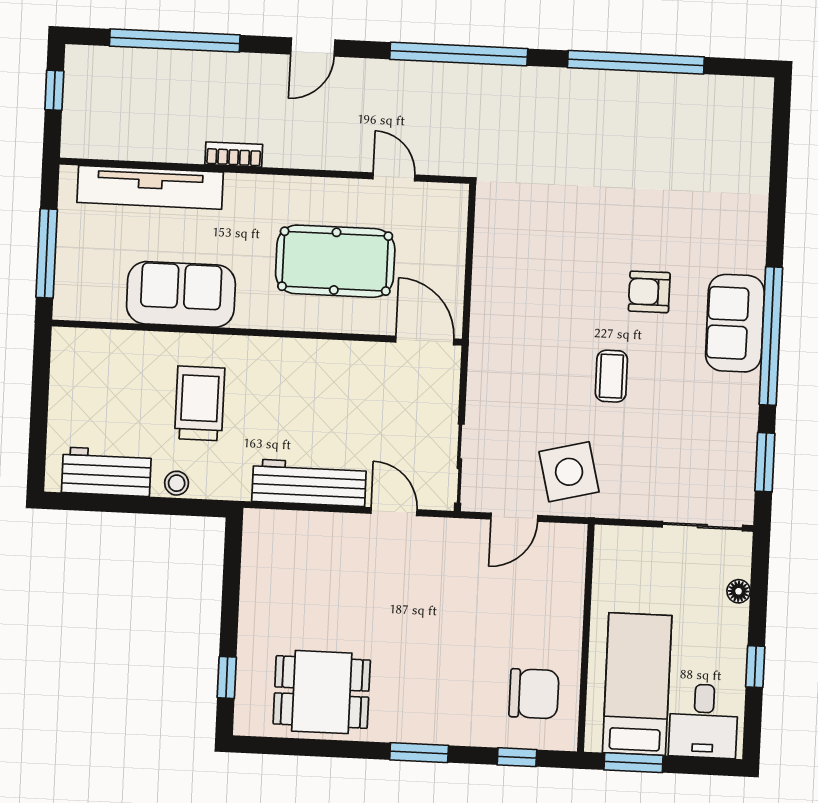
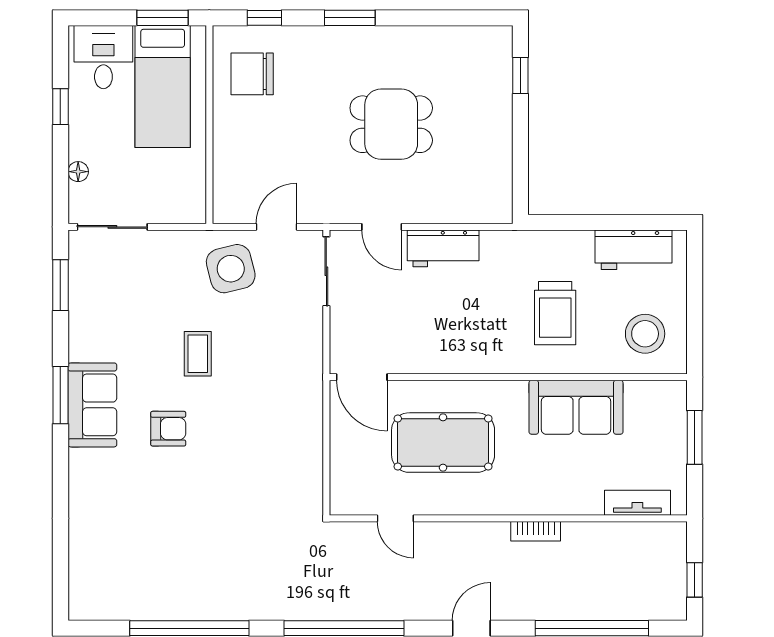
tv unit: (150, 187) -> (637, 503), width x0.52, depth x0.78
window: (47, 253) -> (695, 437), width x0.69
window: (771, 336) -> (60, 395), width x0.47
stool: (177, 483) -> (645, 334), moved, width x1.89, depth x1.89
workbench: (309, 483) -> (443, 248), width x0.73
dining table: (322, 692) -> (391, 124), moved

